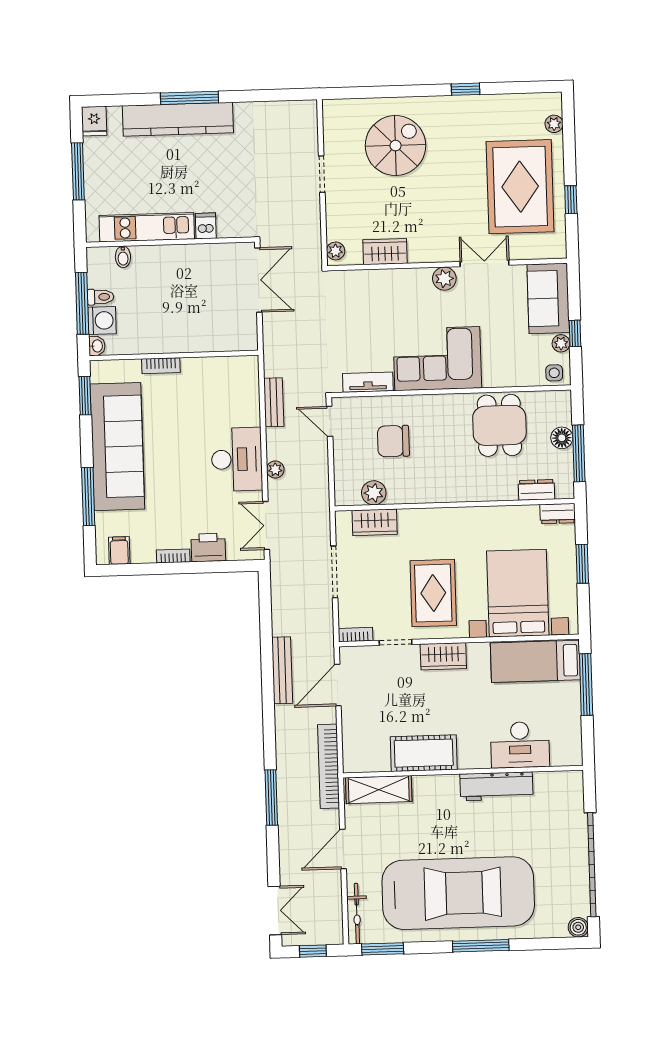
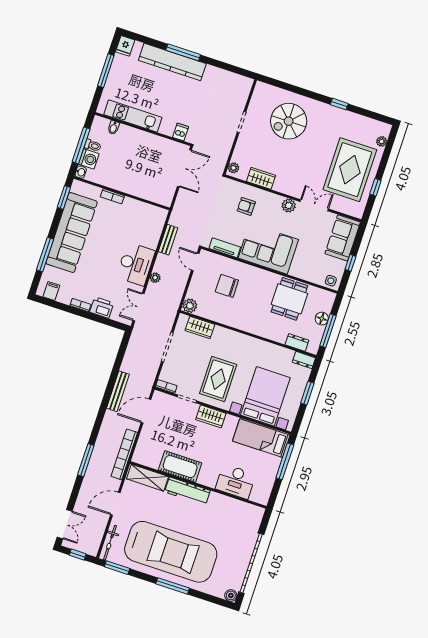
spiral stairs: (395, 146) -> (289, 121), turned 180
dishwasher: (206, 226) -> (181, 132), moved
armchair: (378, 304) -> (246, 206), added
plant: (561, 343) -> (341, 266), removed
plant: (374, 493) -> (190, 306), moved
workbench: (497, 786) -> (187, 491), moved

